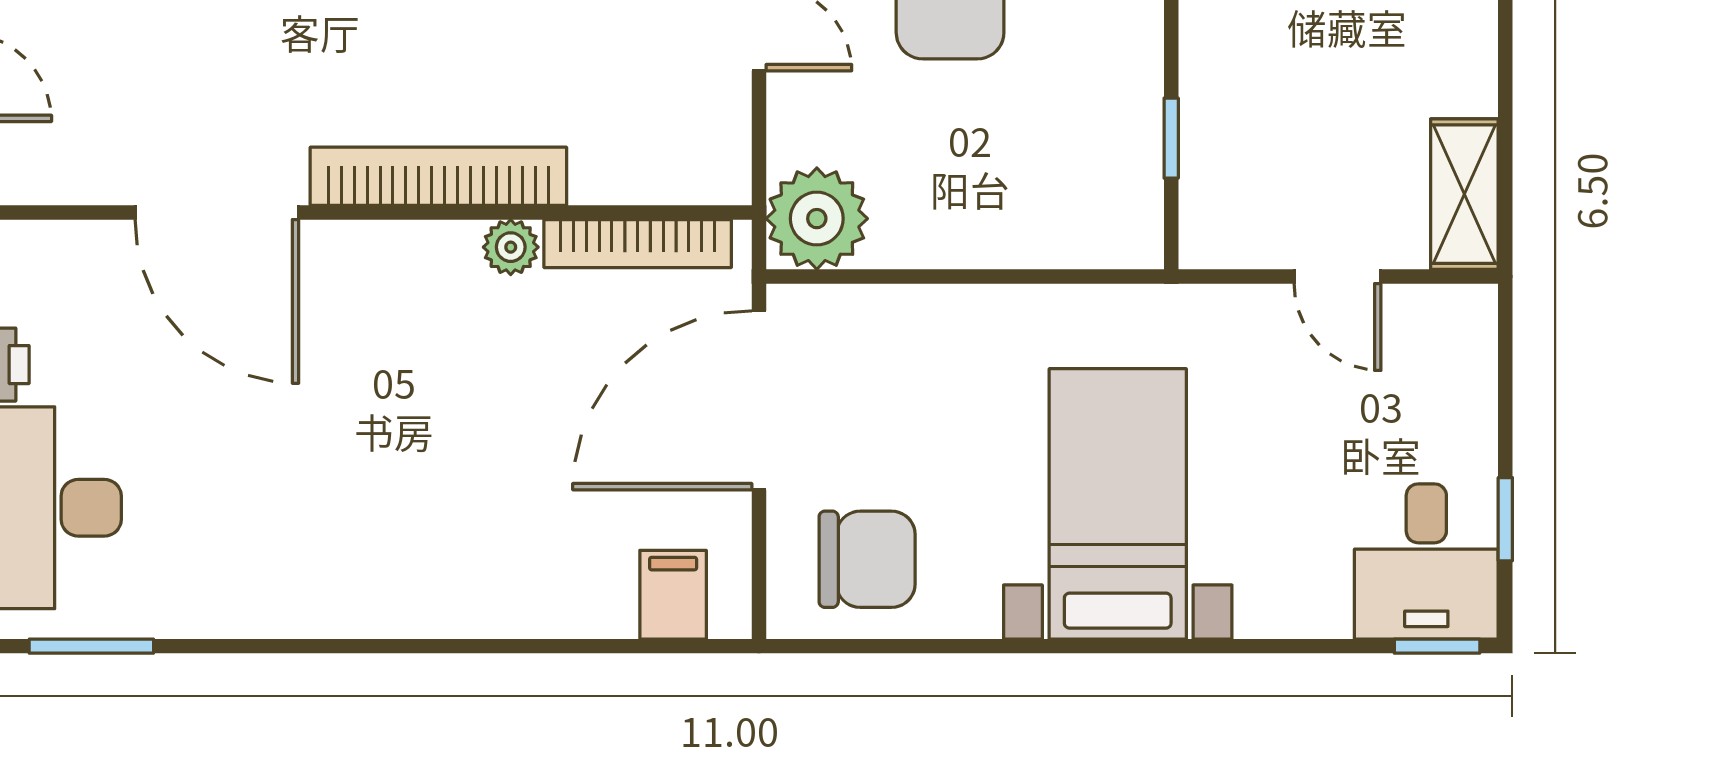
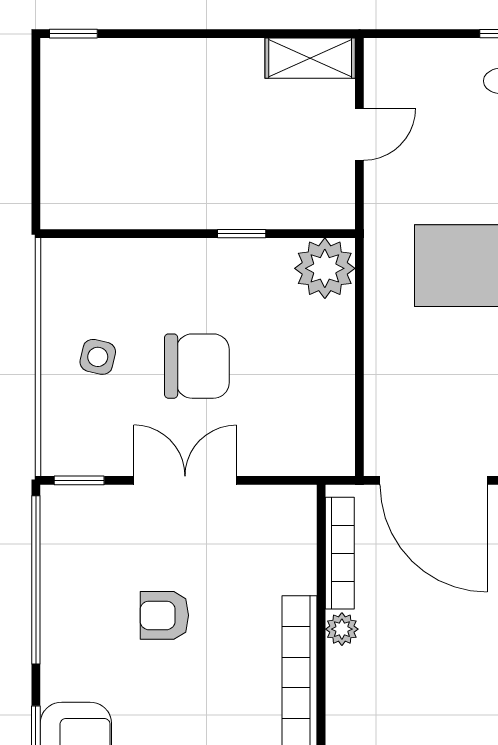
window: (1171, 138) -> (242, 234), moved
plant: (817, 219) -> (325, 268), moved

